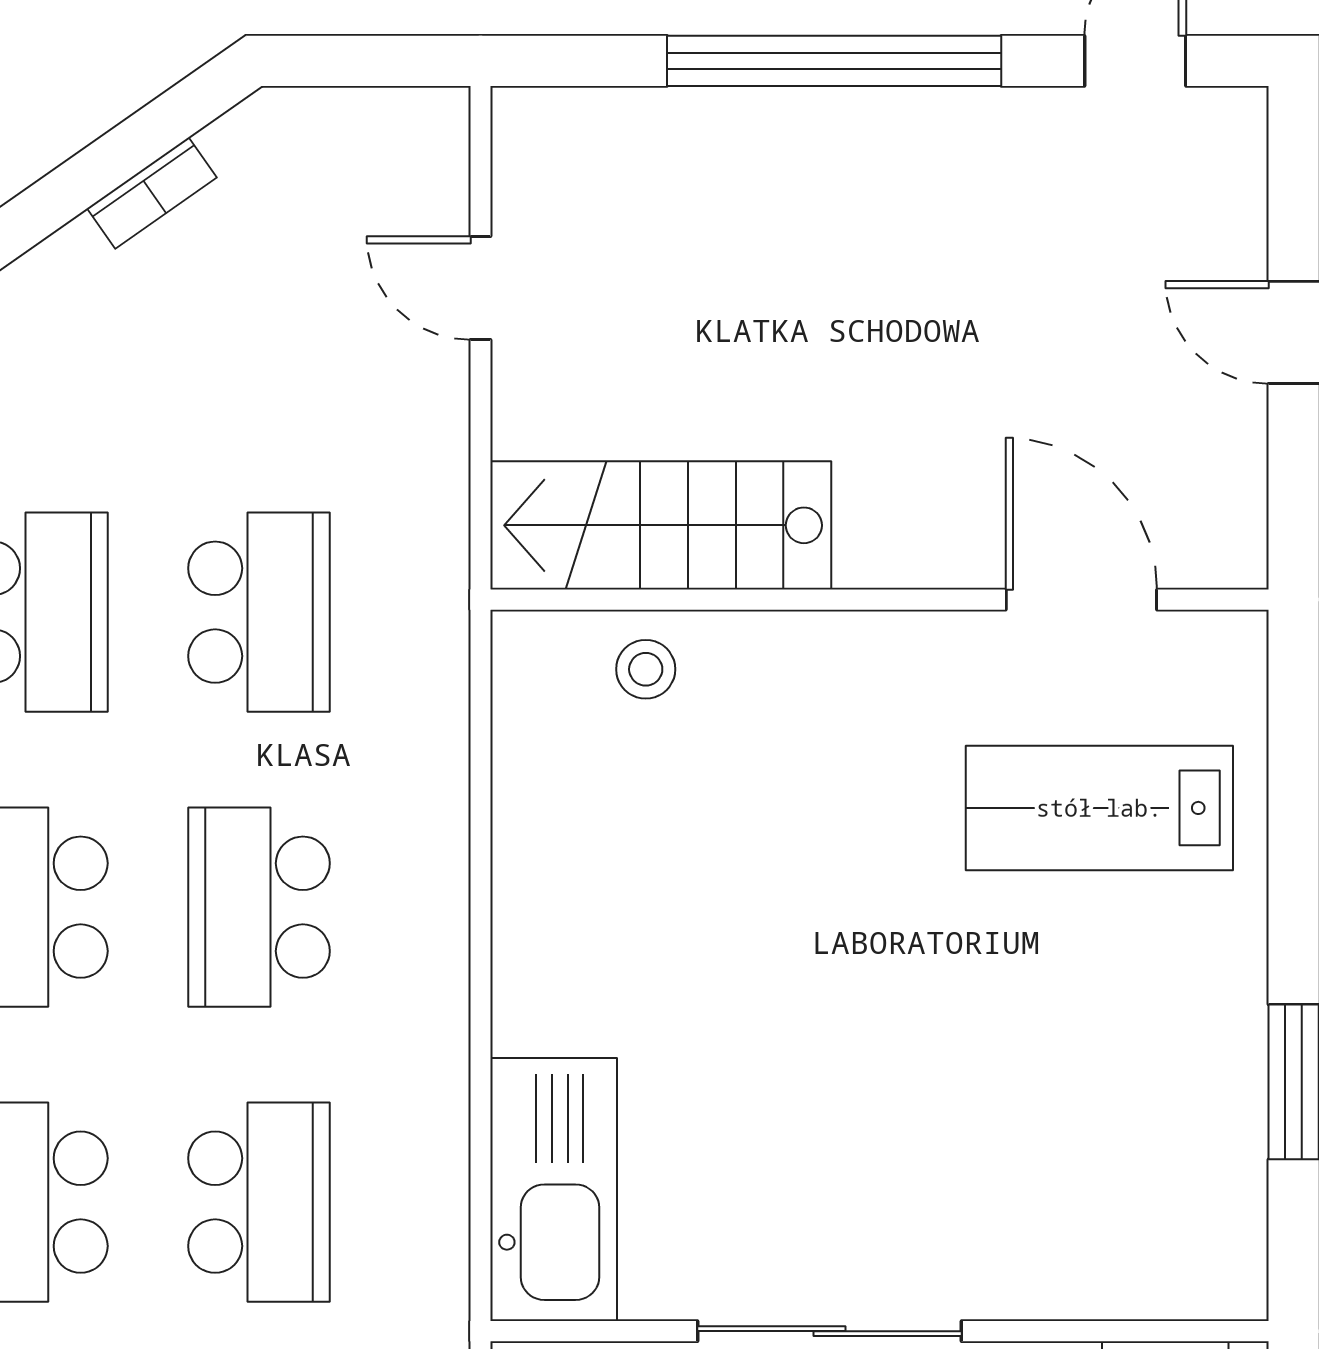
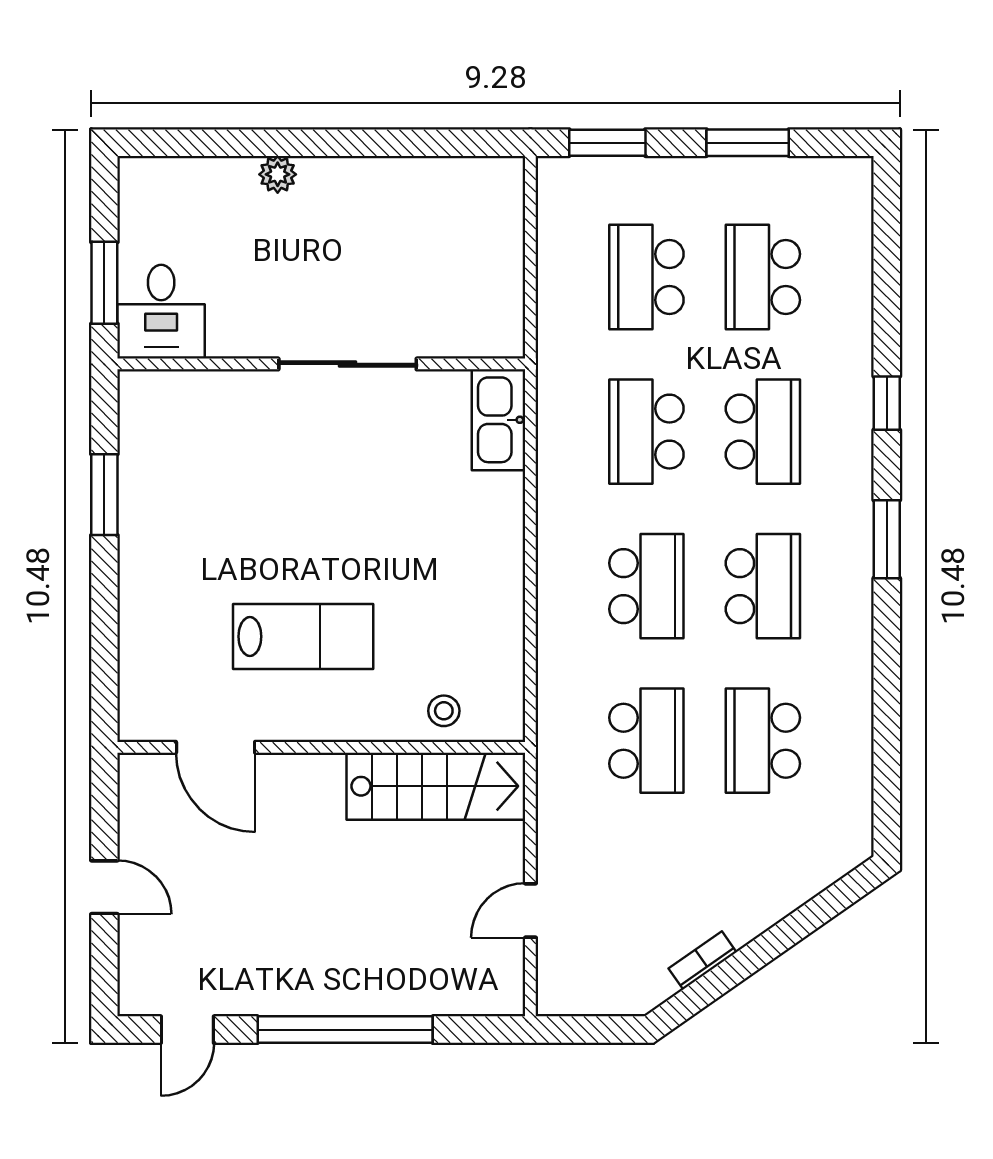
door: (480, 288) -> (530, 910), swing flipped
school desk: (259, 612) -> (646, 741), turned 180
lab bench: (1099, 808) -> (303, 636), moved
kitchen sink: (554, 1190) -> (499, 420), width x0.73, depth x0.81

